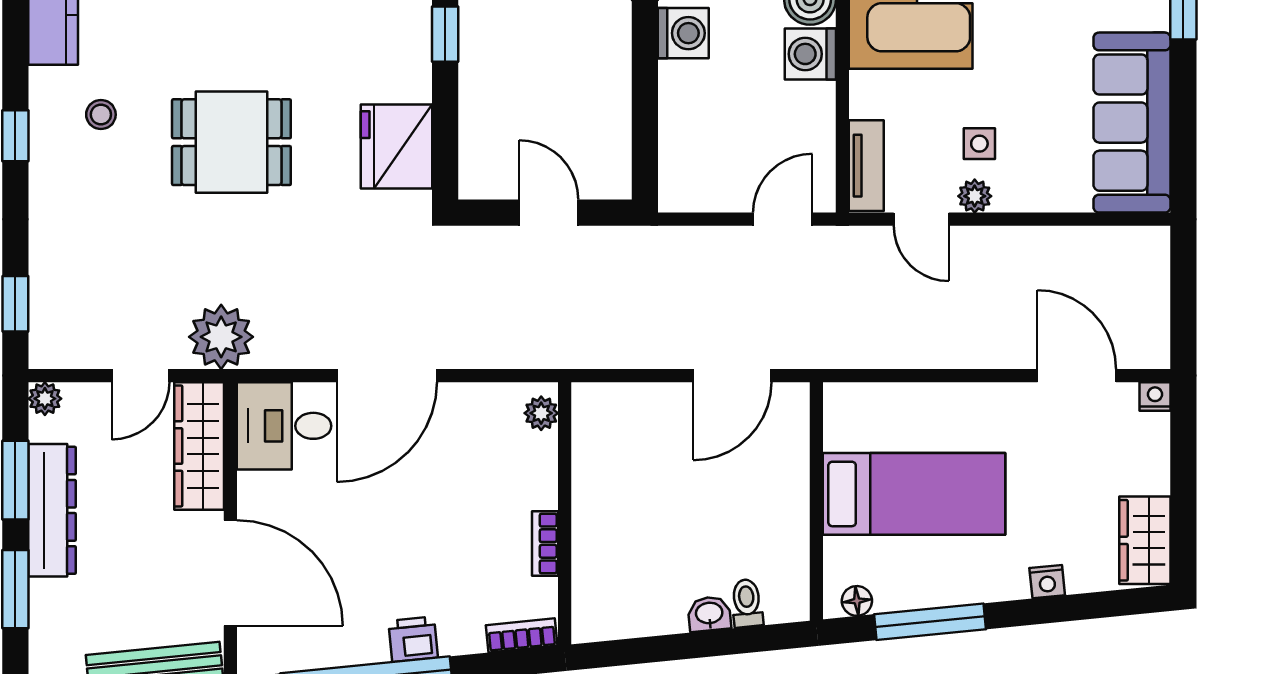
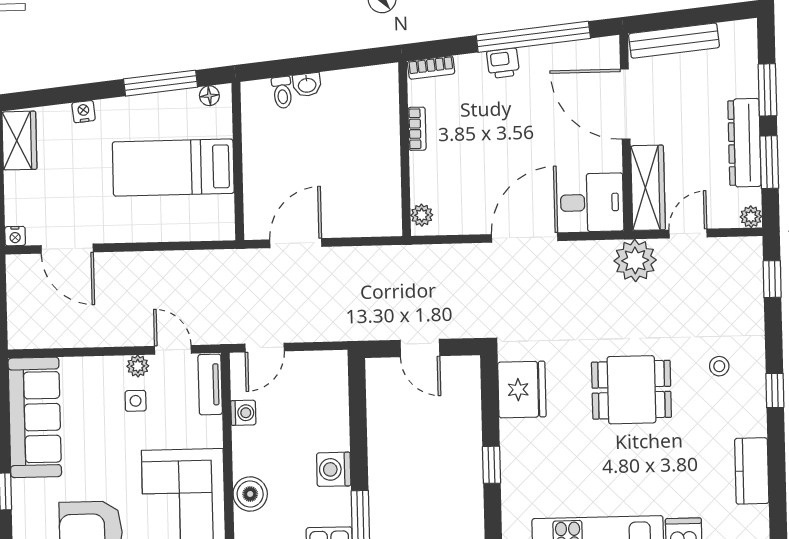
washing machine: (810, 54) -> (243, 413), moved, width x0.73, depth x0.73
stool: (101, 115) -> (719, 366), moved

